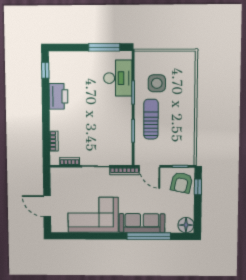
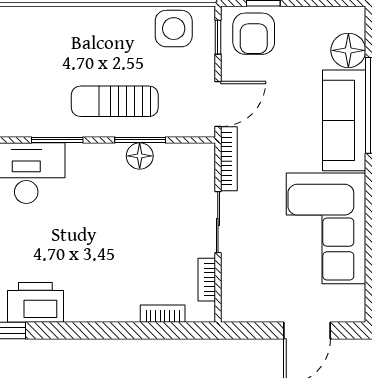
side table: (157, 83) -> (174, 29), moved
printer: (58, 96) -> (35, 302), moved
floor lamp: (126, 131) -> (140, 156), added
armchair: (182, 183) -> (254, 34), turned 78
floor lamp: (186, 225) -> (348, 50), moved

